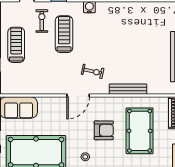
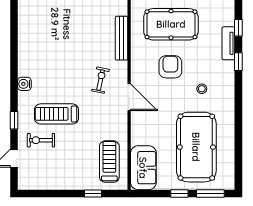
treadmill: (16, 45) -> (109, 162), moved, turned 90

